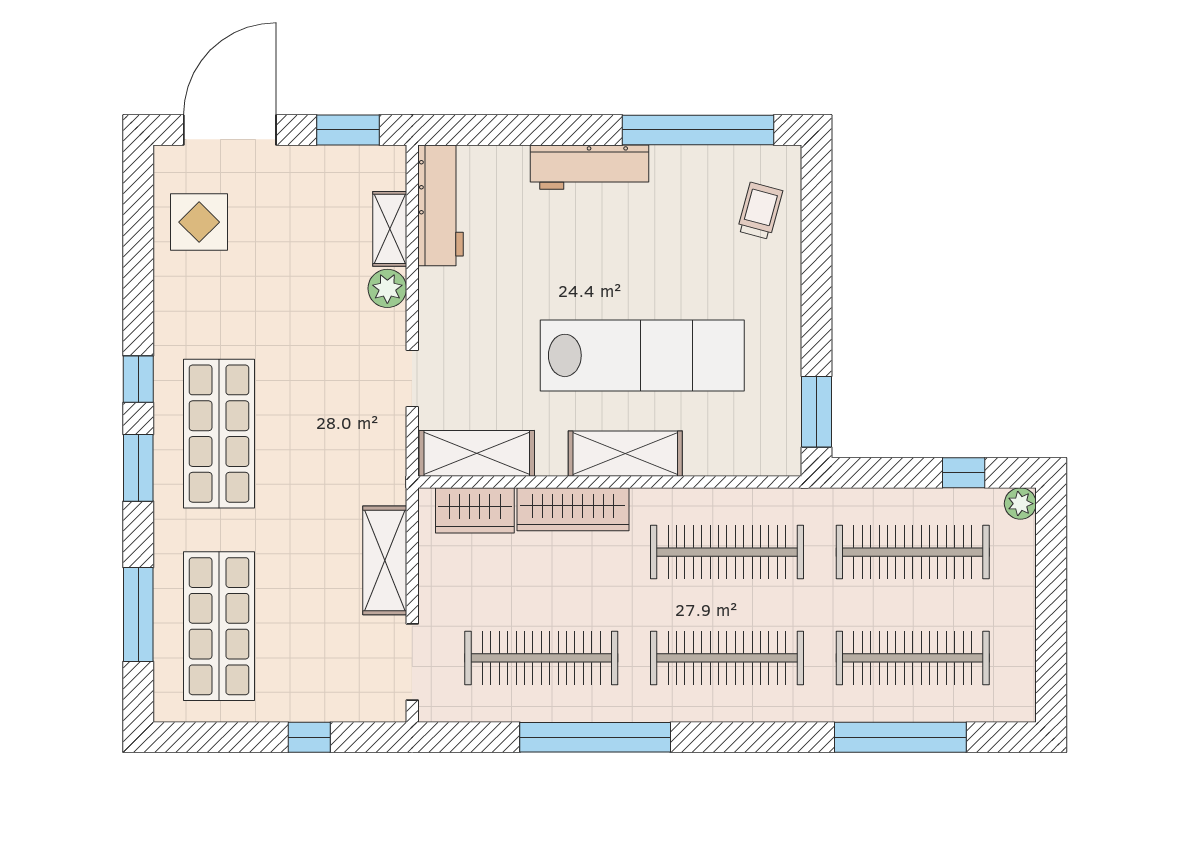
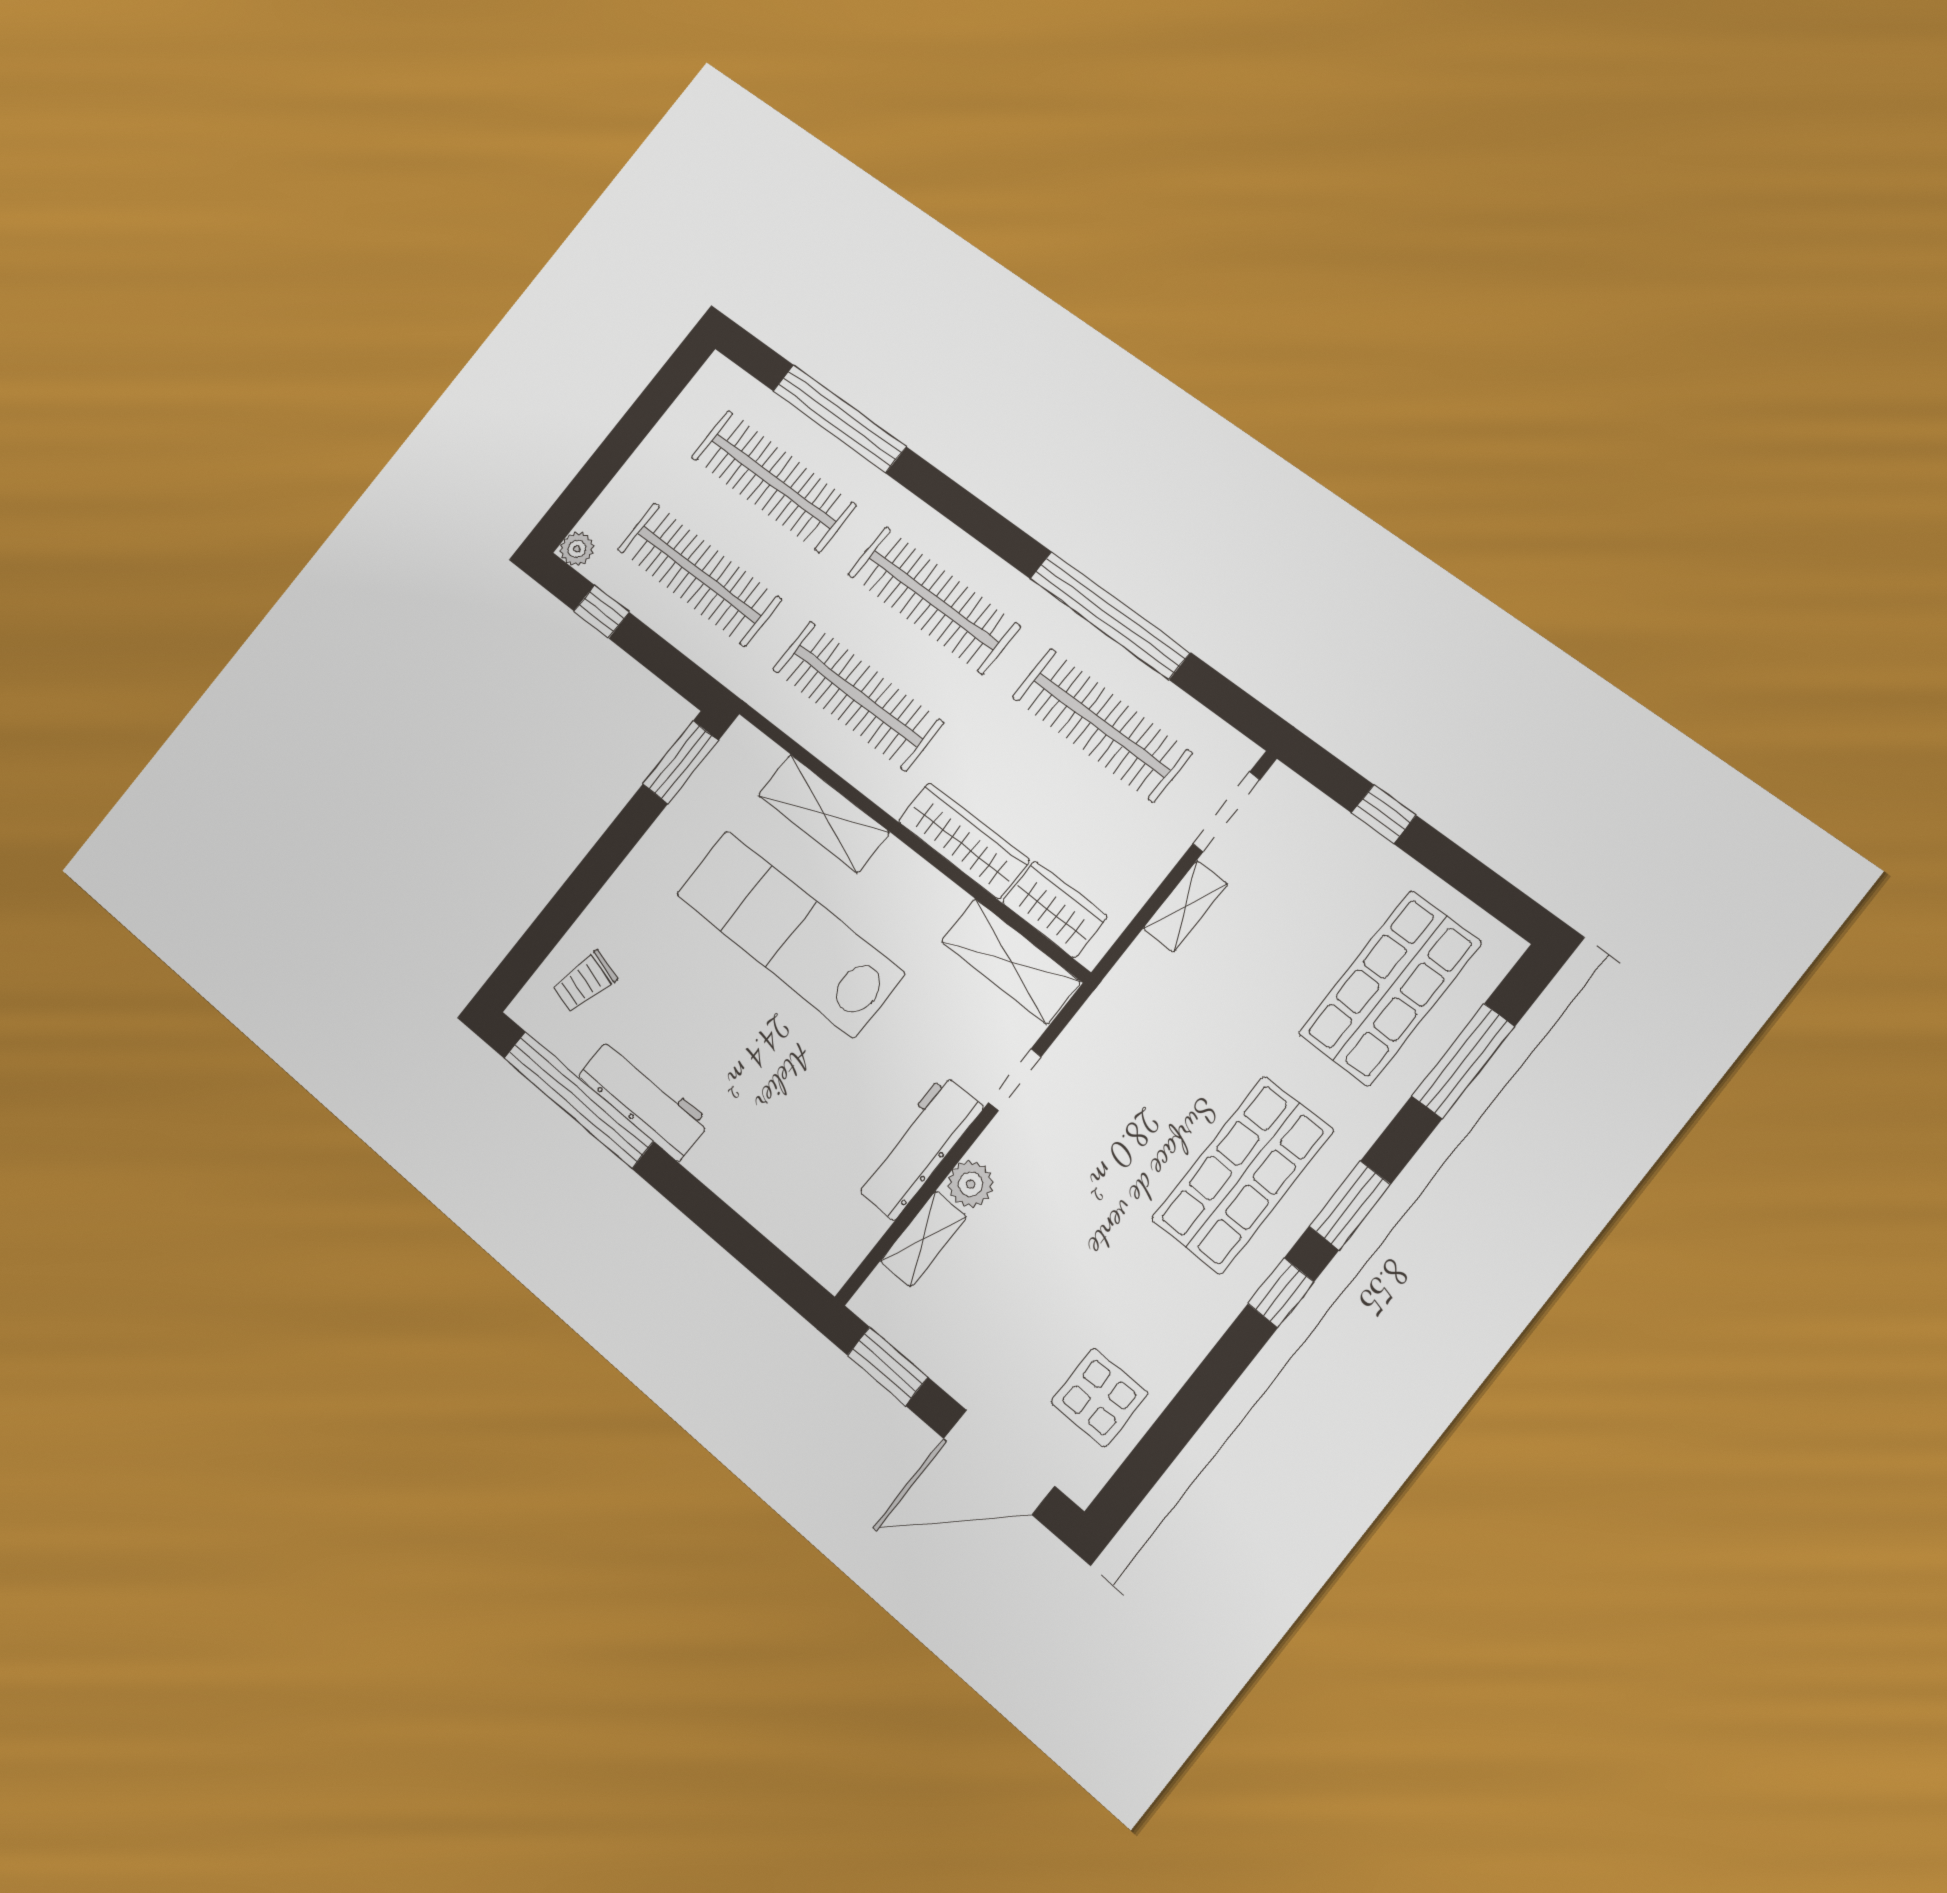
workbench: (590, 167) -> (644, 1099), moved
workbench: (440, 205) -> (919, 1147), moved
shelving: (625, 454) -> (824, 814), moved
shelving: (385, 560) -> (1185, 906), width x0.67, depth x0.75

